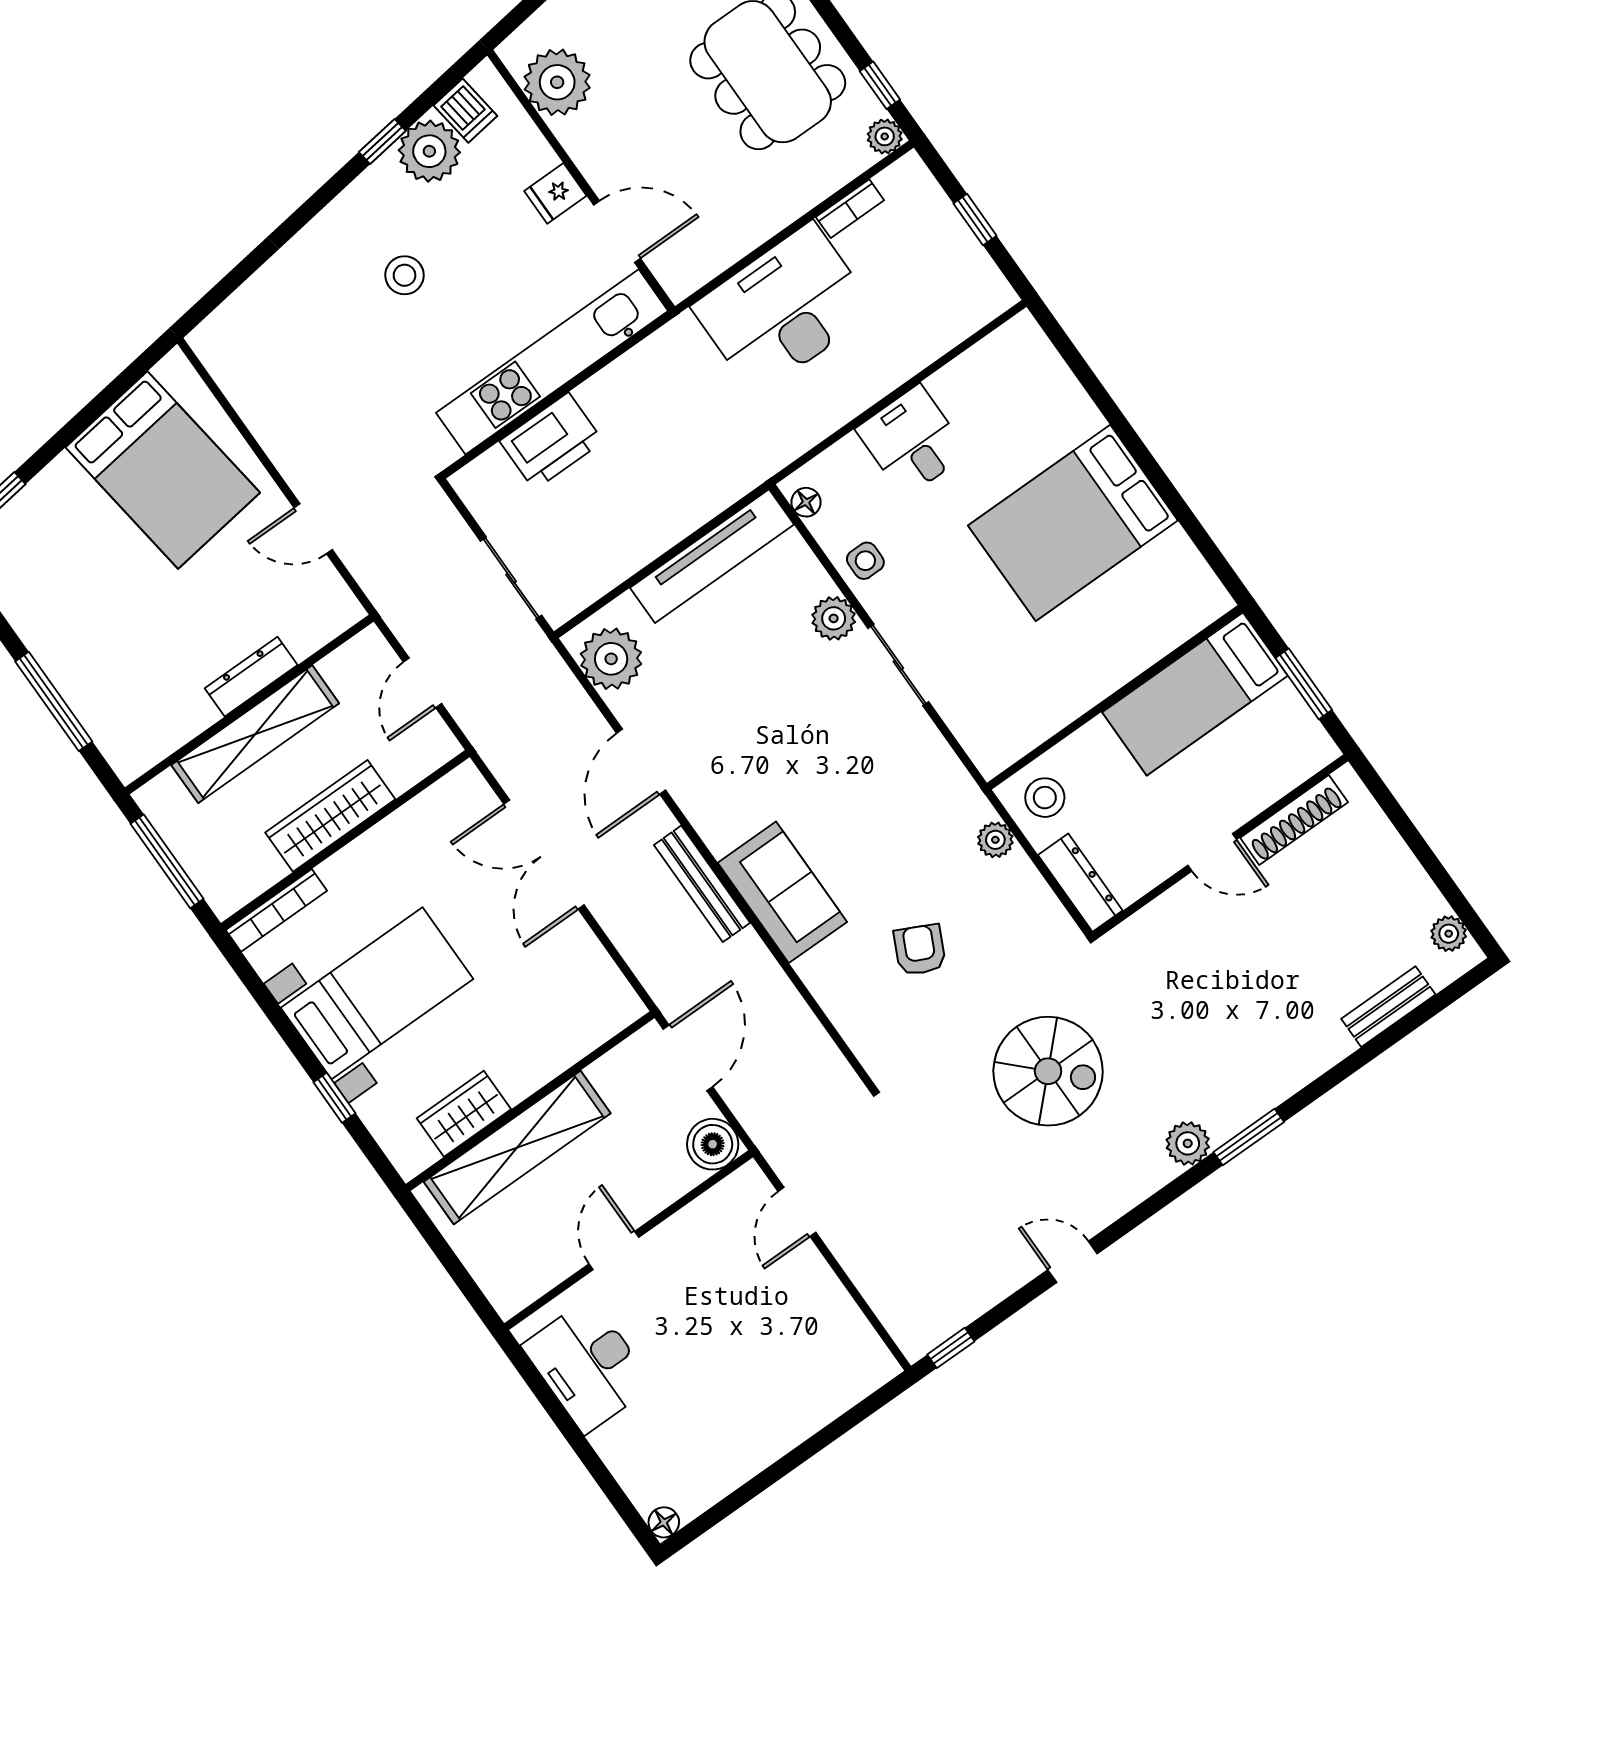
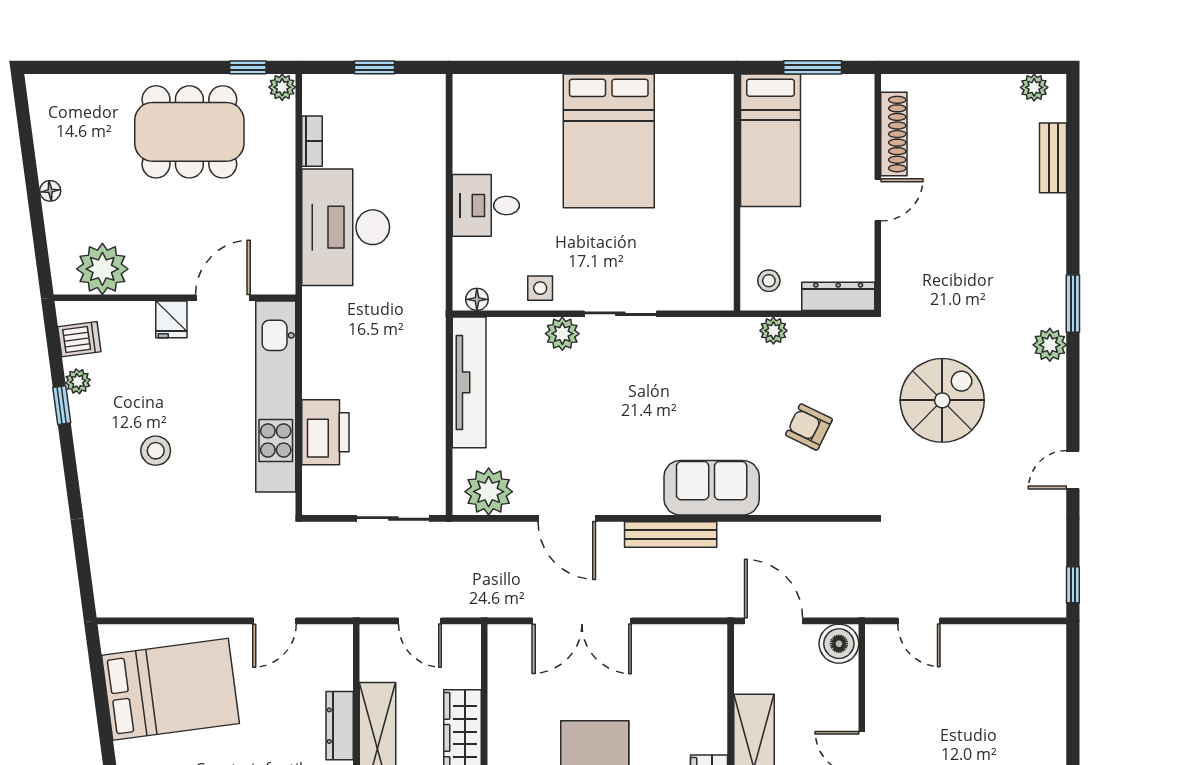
plant: (429, 151) -> (78, 381), width x0.53, depth x0.53
stool: (1045, 798) -> (769, 281), width x0.73, depth x0.73

